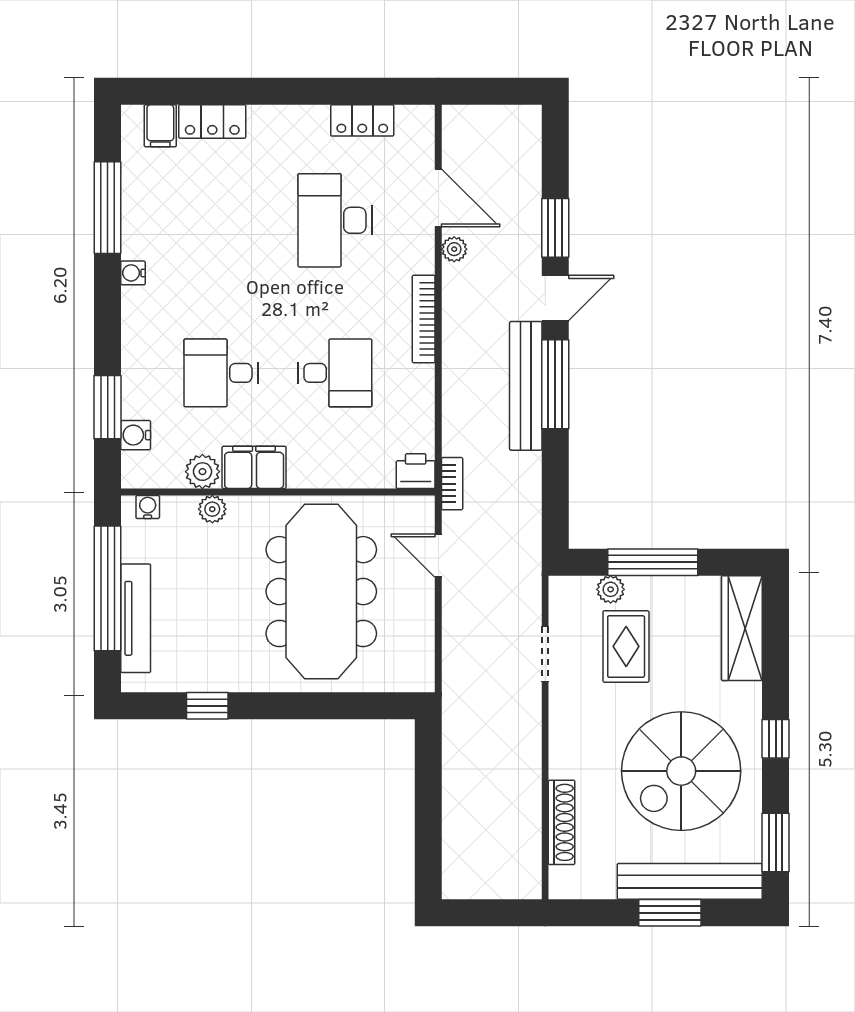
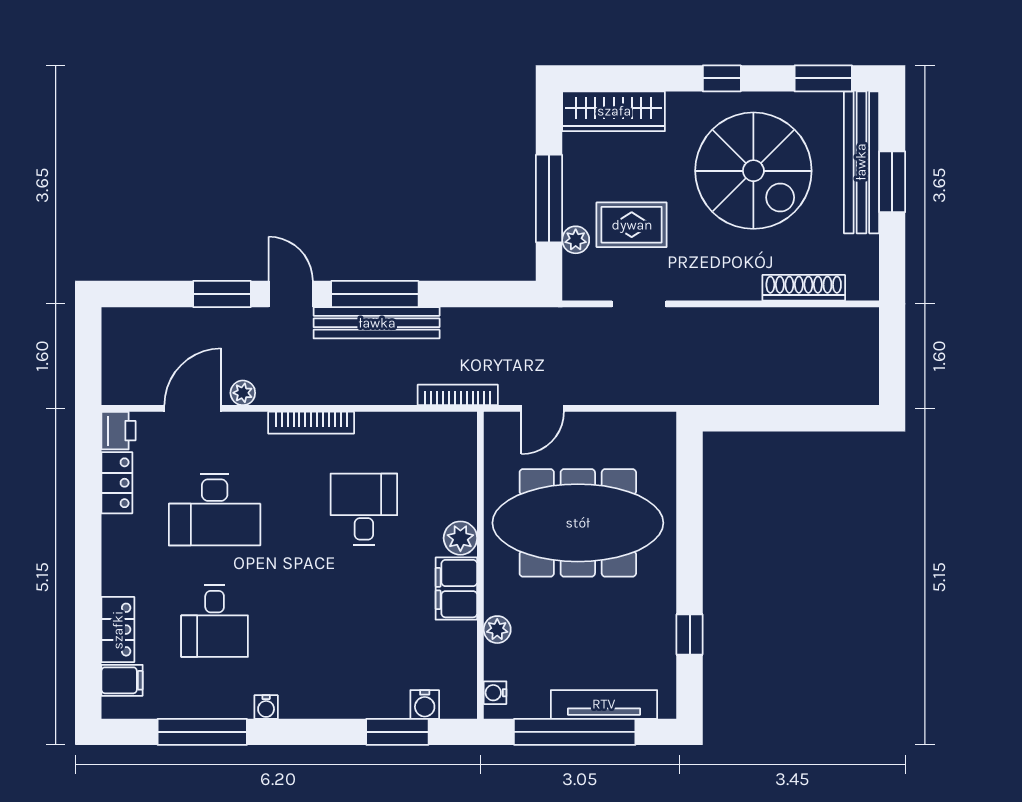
desk: (221, 373) -> (215, 621), moved
printer: (416, 471) -> (118, 431), moved, turned 180
plant: (202, 472) -> (460, 538), moved
bookcase: (452, 484) -> (458, 395), width x1.56

